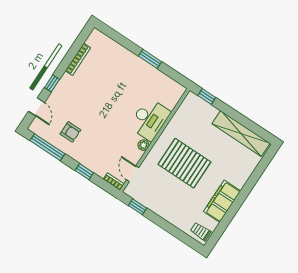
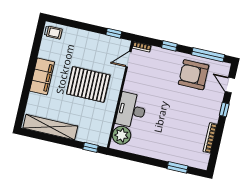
window: (150, 59) -> (178, 167), moved
armchair: (70, 132) -> (194, 75), width x1.88, depth x1.88
plant: (143, 145) -> (121, 135), moved, width x1.87, depth x1.87
door: (133, 174) -> (128, 59), swing flipped
filing cabinet: (222, 201) -> (42, 76), moved

